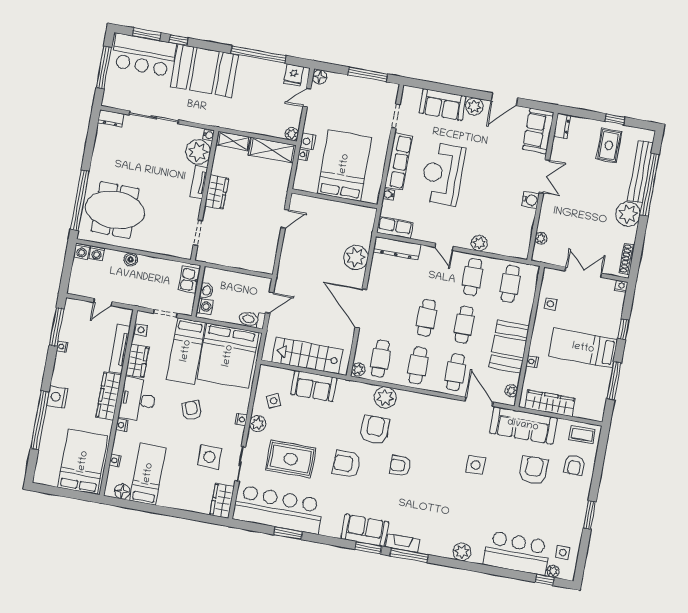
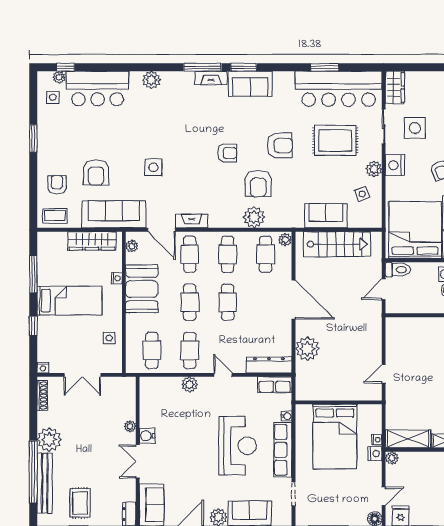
plant: (541, 238) -> (130, 426), moved
fireplace: (448, 405) -> (192, 221), added
nightstand: (241, 419) -> (395, 165), width x1.89, depth x1.79

